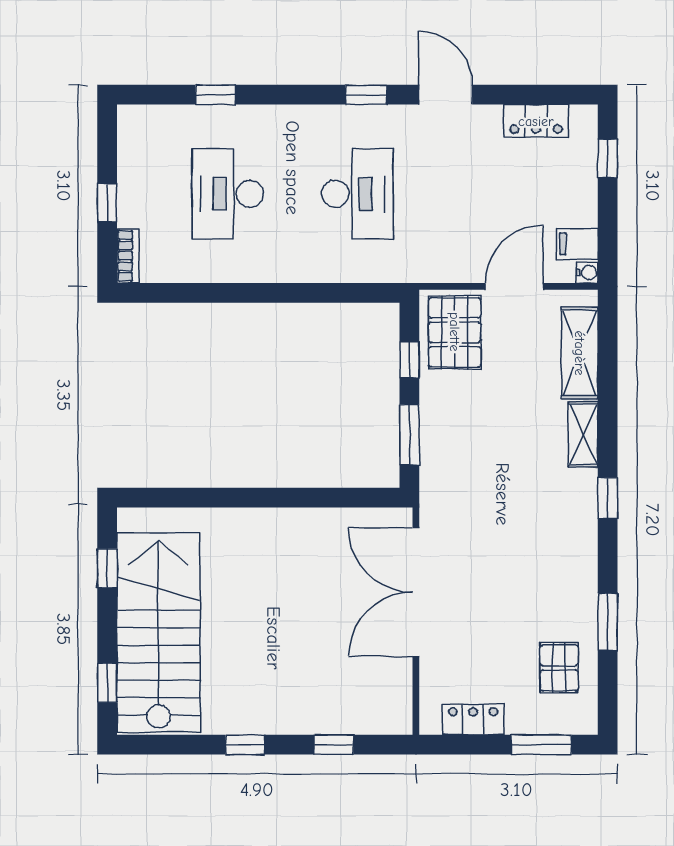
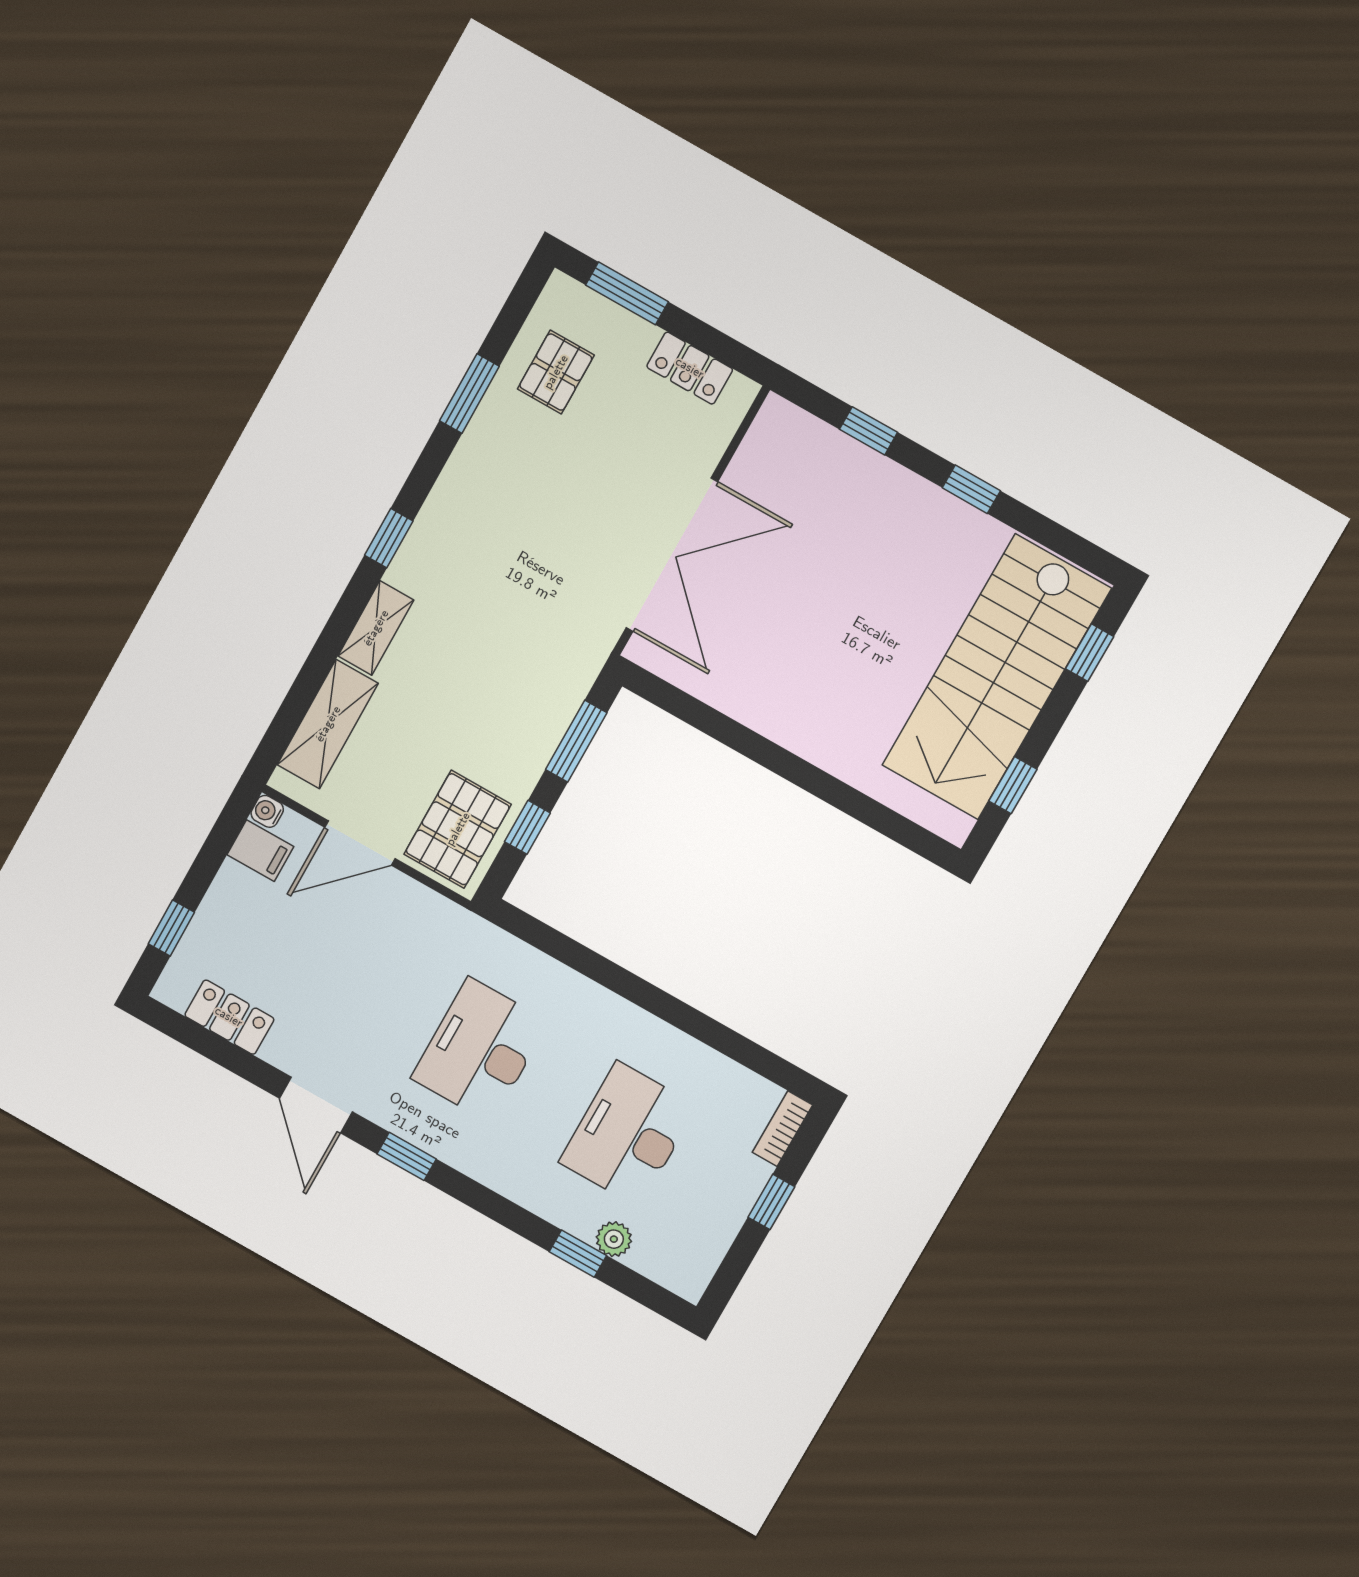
plant: (197, 118) -> (614, 1239), added
desk: (228, 194) -> (628, 1134), turned 180

